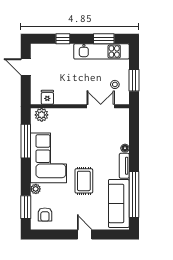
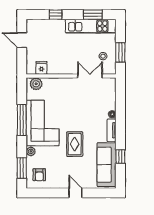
window: (26, 141) -> (22, 120), moved
window: (134, 195) -> (120, 157), width x0.32

